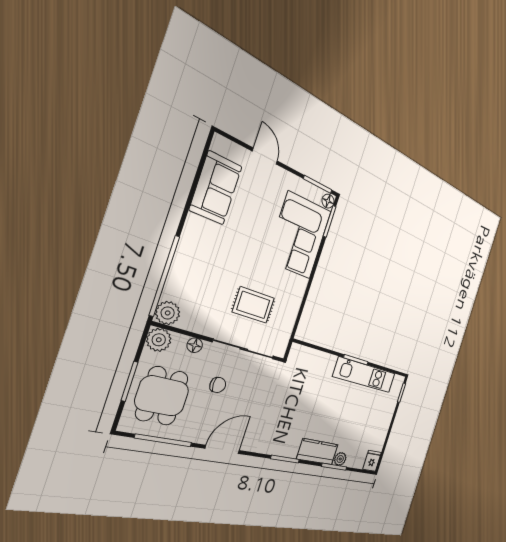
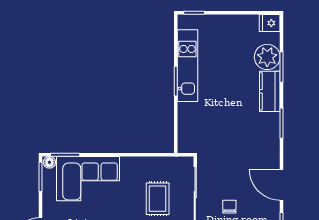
plant: (340, 459) -> (267, 57), width x1.88, depth x1.88

